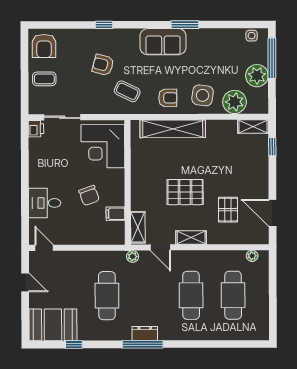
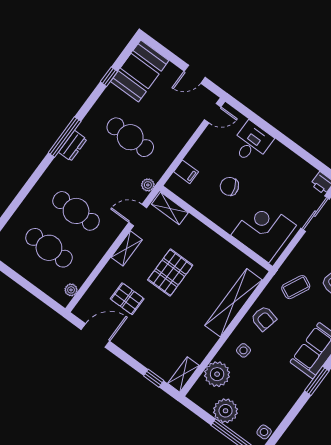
side table: (203, 95) -> (243, 350), width x0.54, depth x0.54
armchair: (168, 98) -> (264, 318), turned -77
filing cabinet: (115, 214) -> (186, 172), moved, turned 90

